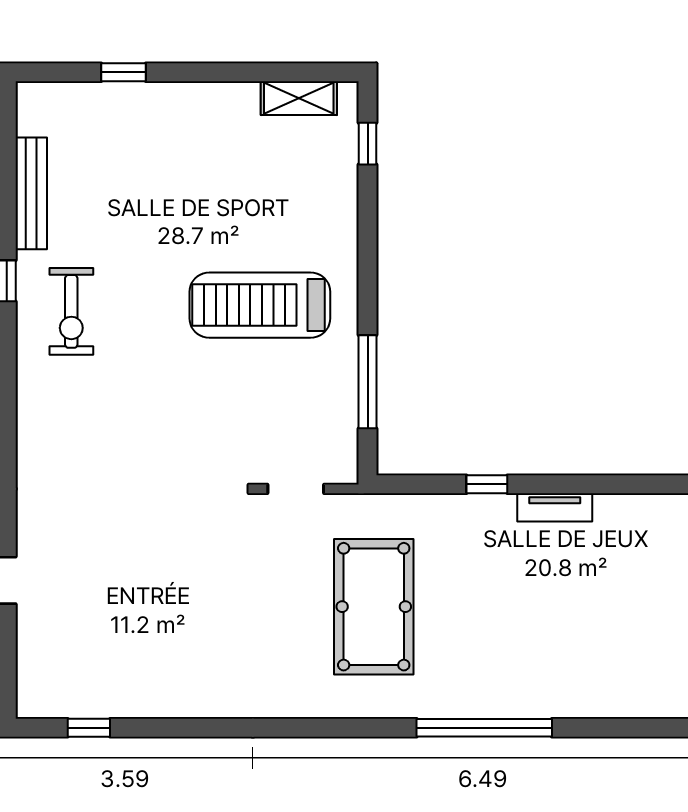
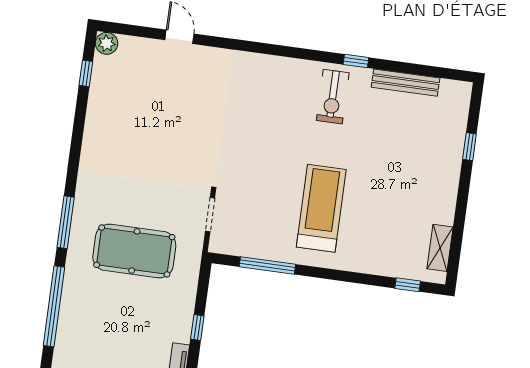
exercise bike: (71, 311) -> (333, 97), turned -90
plant: (34, 700) -> (107, 43), added
window: (341, 728) -> (66, 222), added

